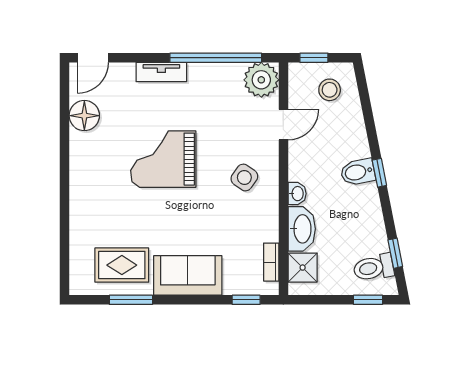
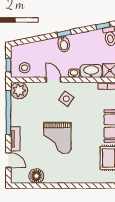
door: (93, 58) -> (8, 160), moved
stool: (330, 90) -> (25, 68), moved
door: (283, 125) -> (53, 80), moved

